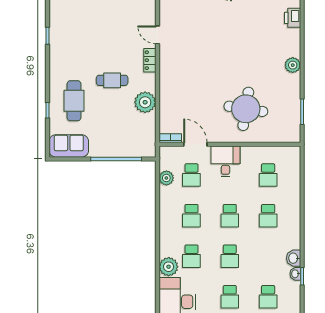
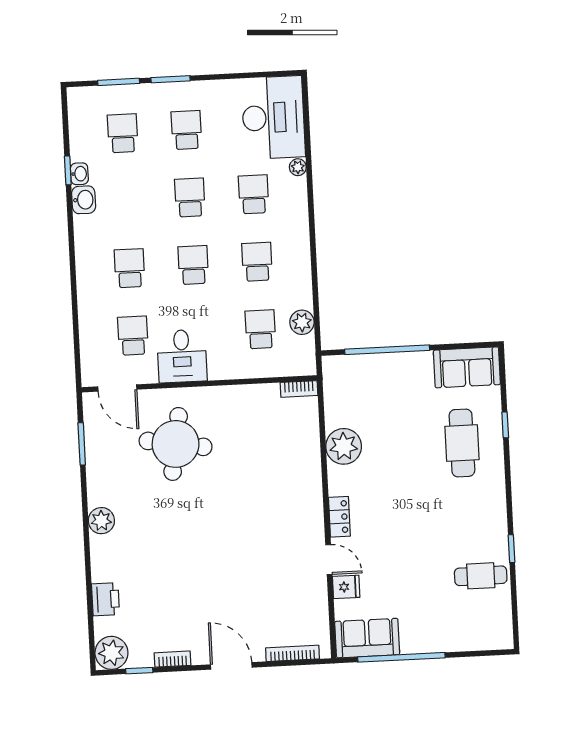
fridge: (148, 18) -> (346, 587), added
cafe table: (112, 80) -> (481, 576), moved
door: (195, 144) -> (117, 388), moved
desk: (226, 161) -> (182, 356), moved
plant: (169, 267) -> (298, 167), width x0.53, depth x0.53

